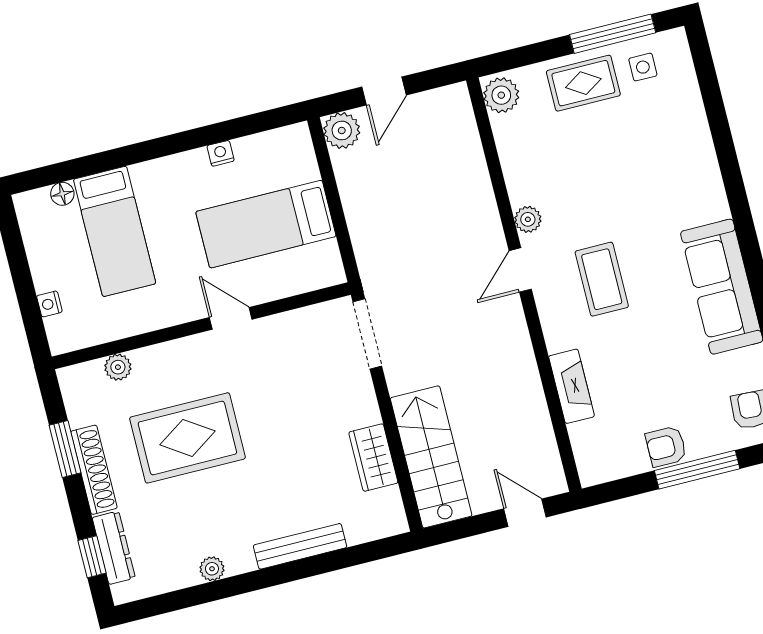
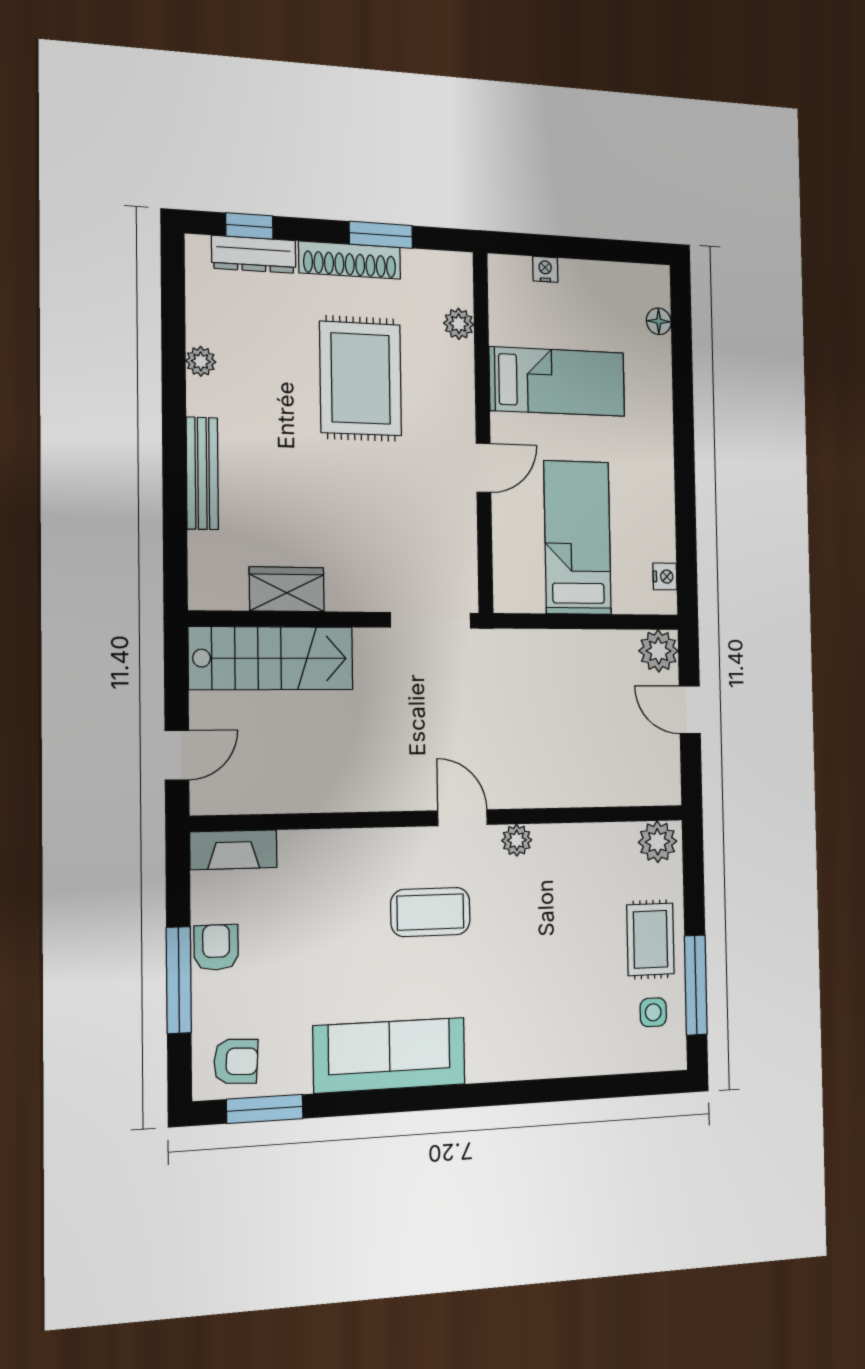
nightstand: (221, 153) -> (665, 577), moved
bed: (115, 231) -> (557, 382), moved, turned 180
fireplace: (572, 386) -> (234, 850), moved

